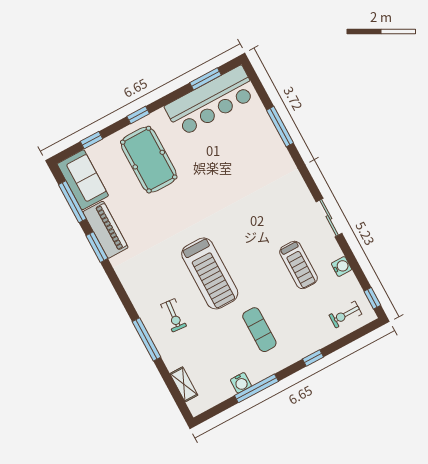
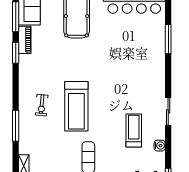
piano: (106, 230) -> (25, 40), width x0.73, depth x0.75
treadmill: (299, 265) -> (134, 130), turned 180
exercise bike: (174, 315) -> (42, 105), moved

